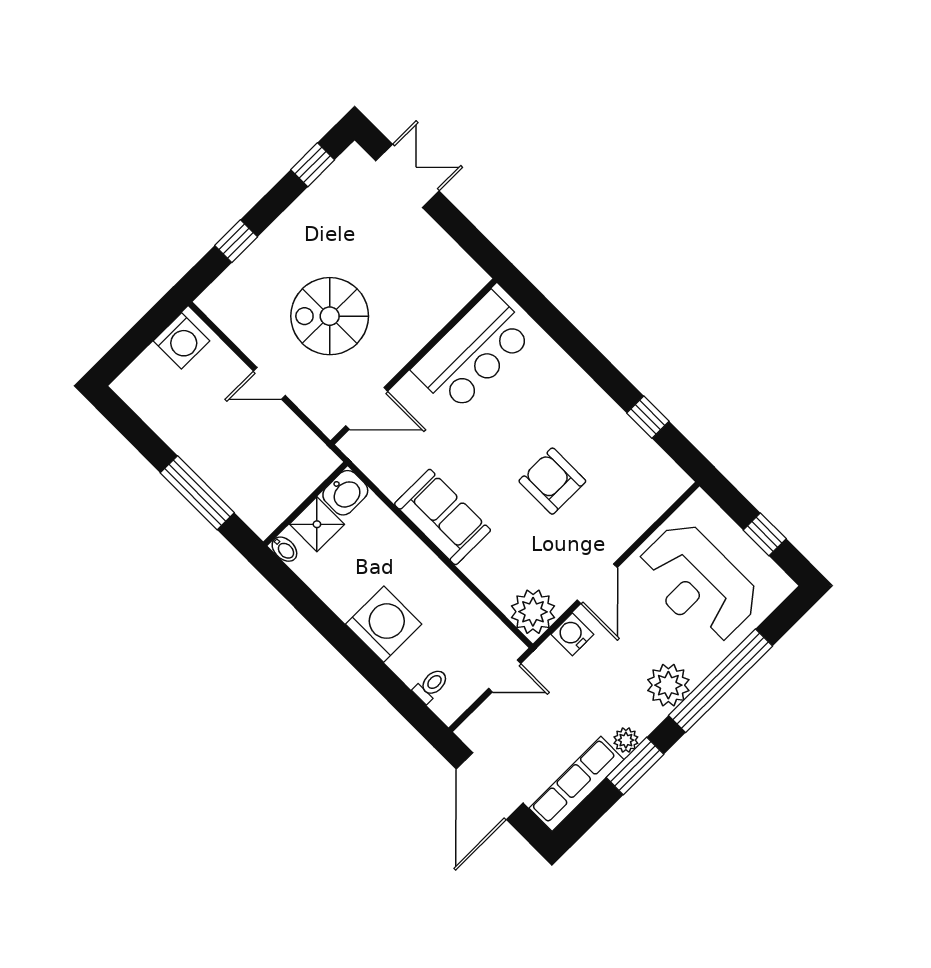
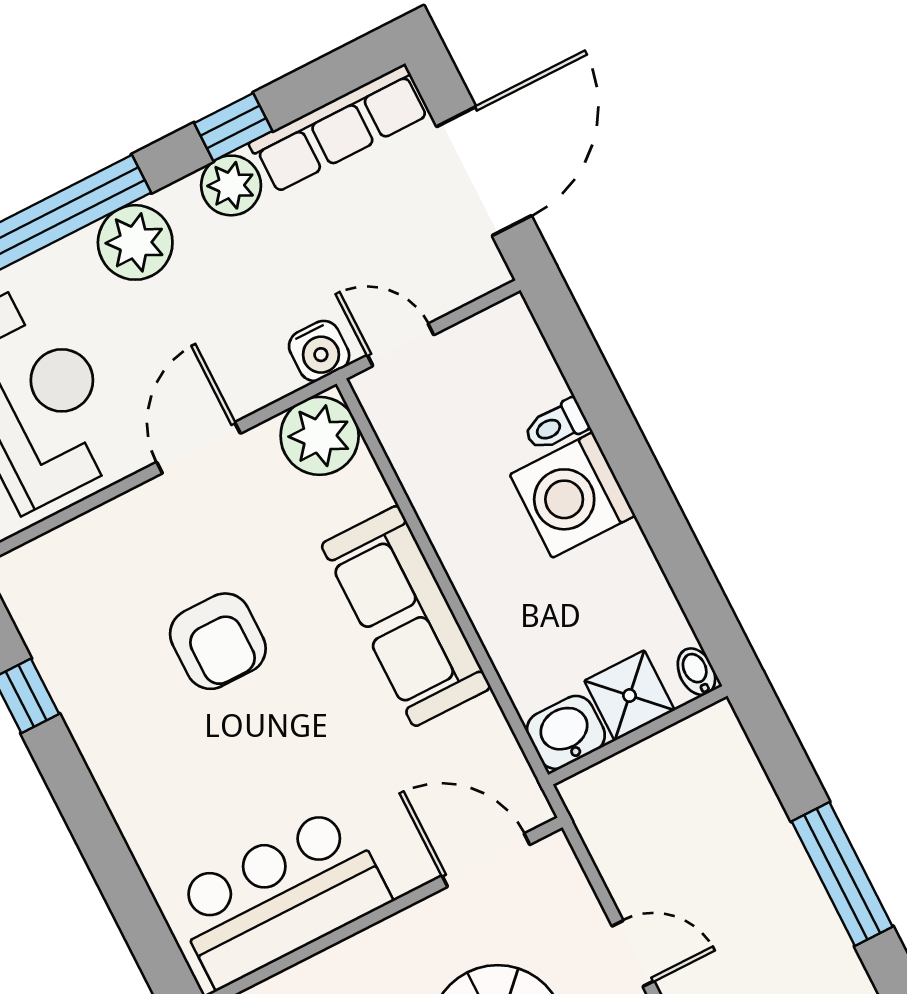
window: (197, 493) -> (842, 874), moved
sofa: (443, 517) -> (406, 616), width x1.36
water cooler: (572, 634) -> (319, 351), moved
toilet: (431, 685) -> (556, 425), moved
plant: (626, 740) -> (231, 185), width x1.38, depth x1.38
window: (635, 766) -> (233, 127), width x0.67

